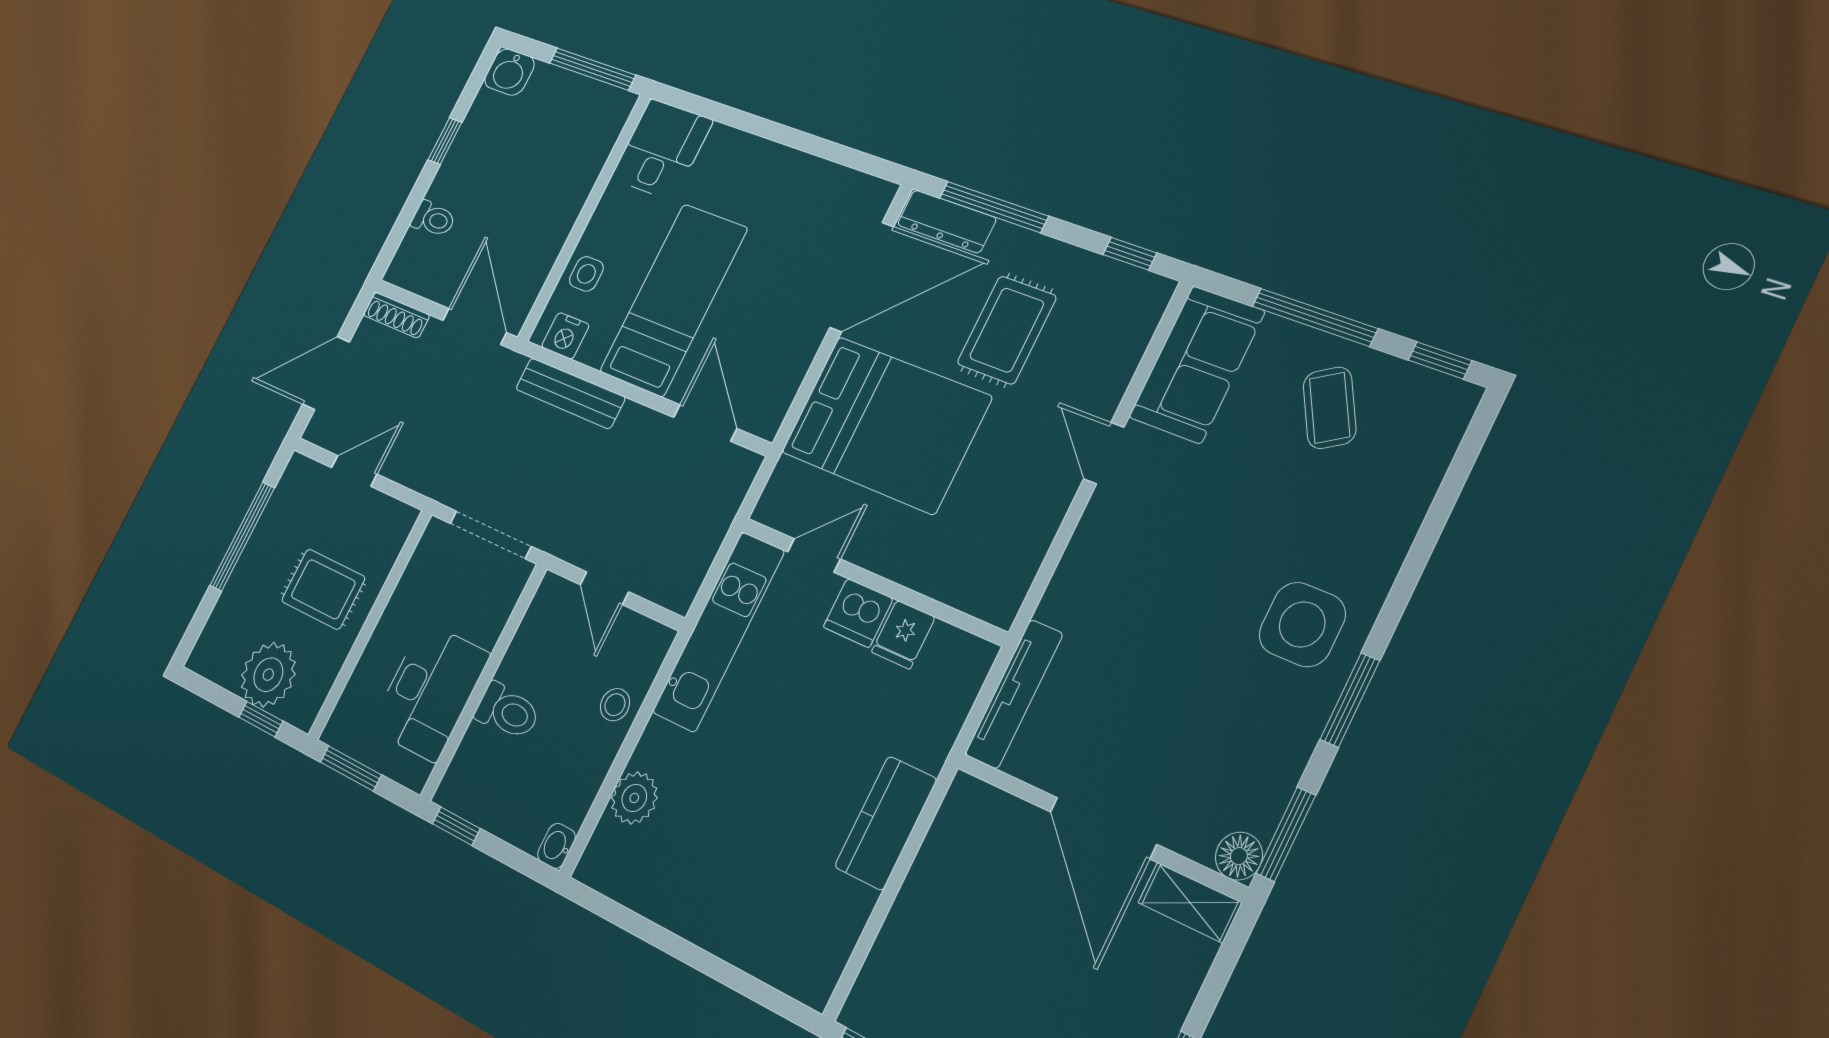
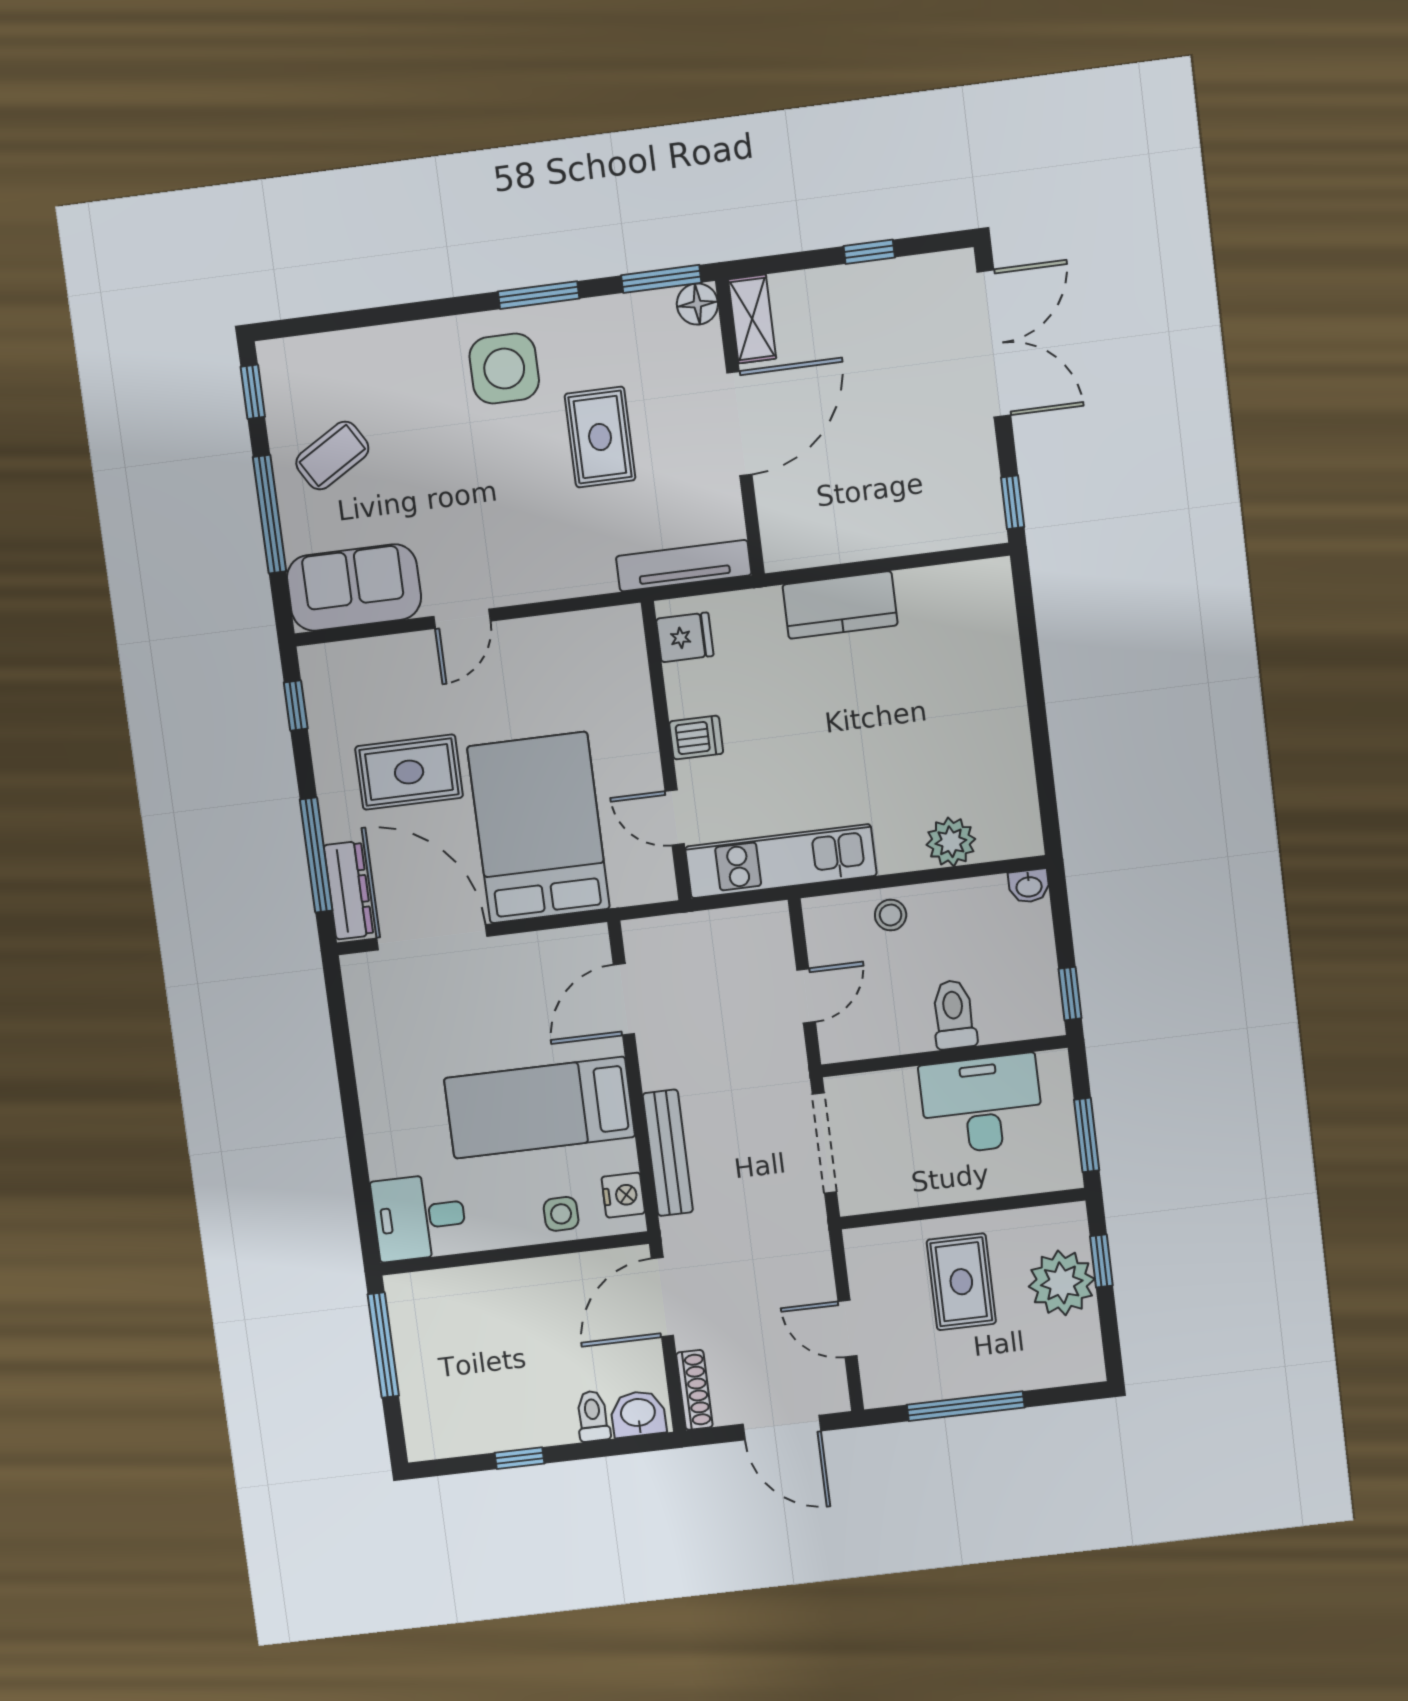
washbasin: (509, 72) -> (638, 1414), moved, turned -90
dishwasher: (858, 613) -> (696, 738), width x0.73
fridge: (903, 635) -> (685, 637), moved
rug: (1179, 682) -> (600, 437), added

